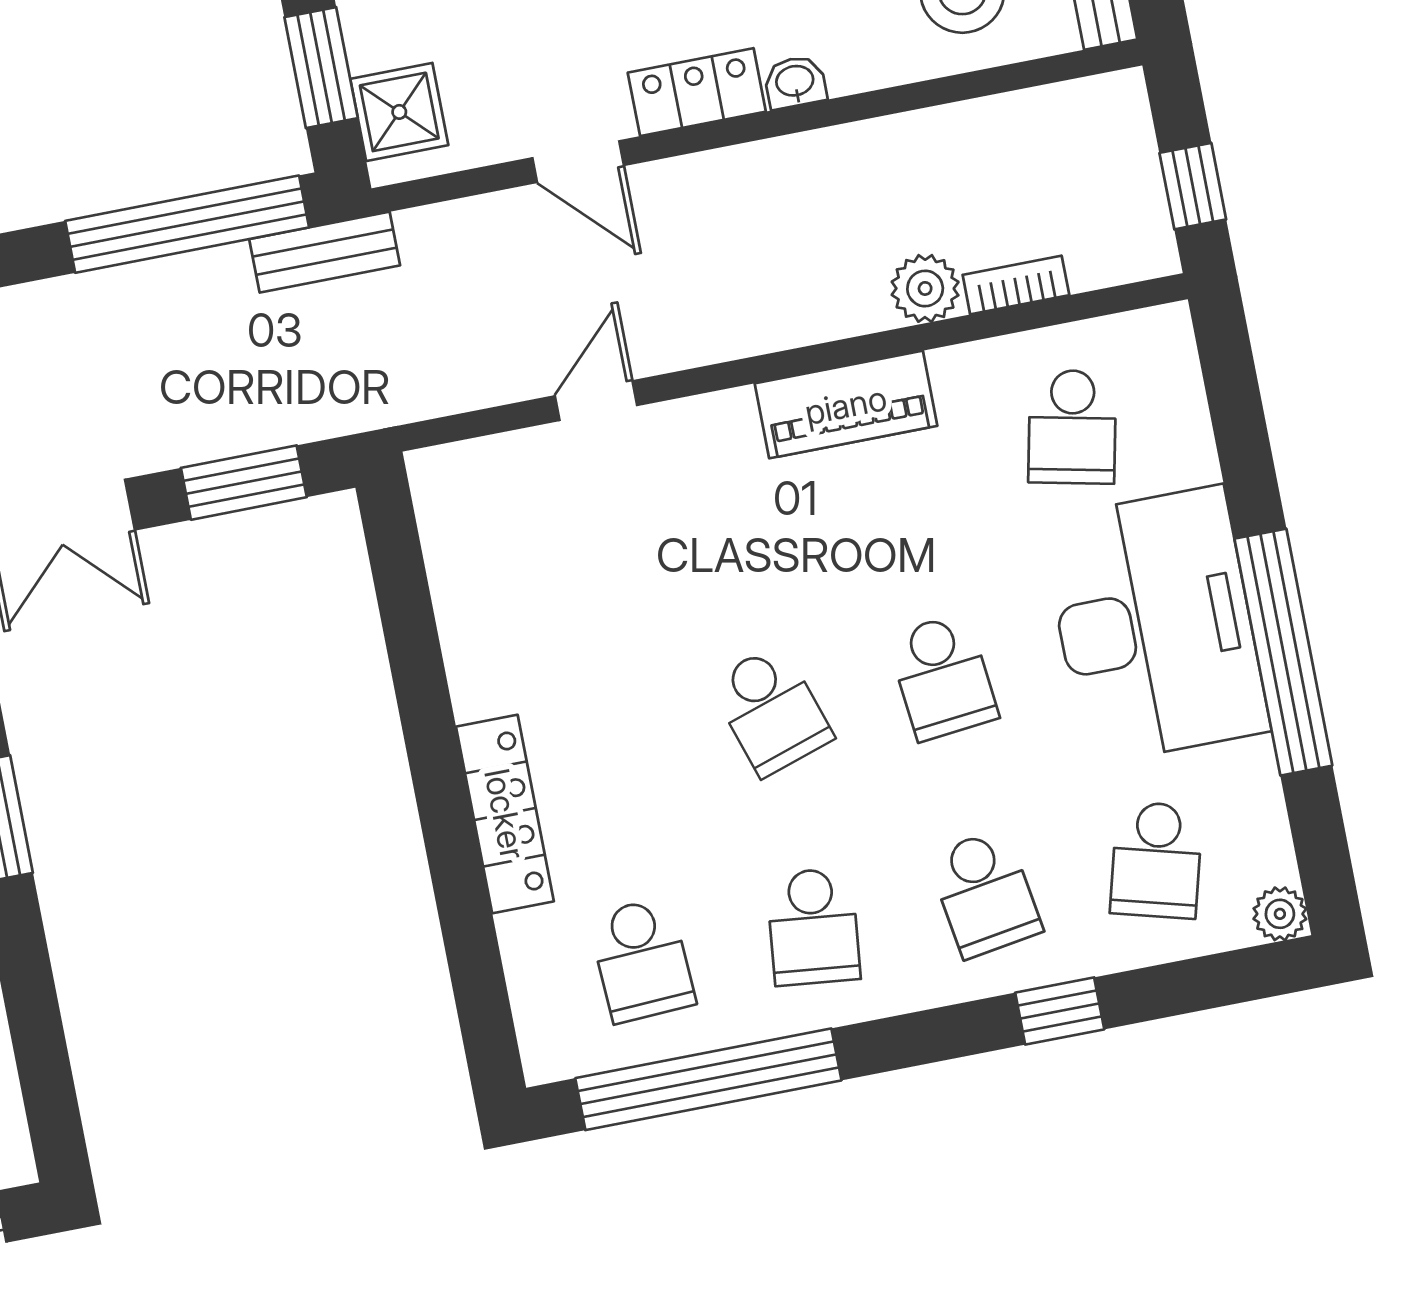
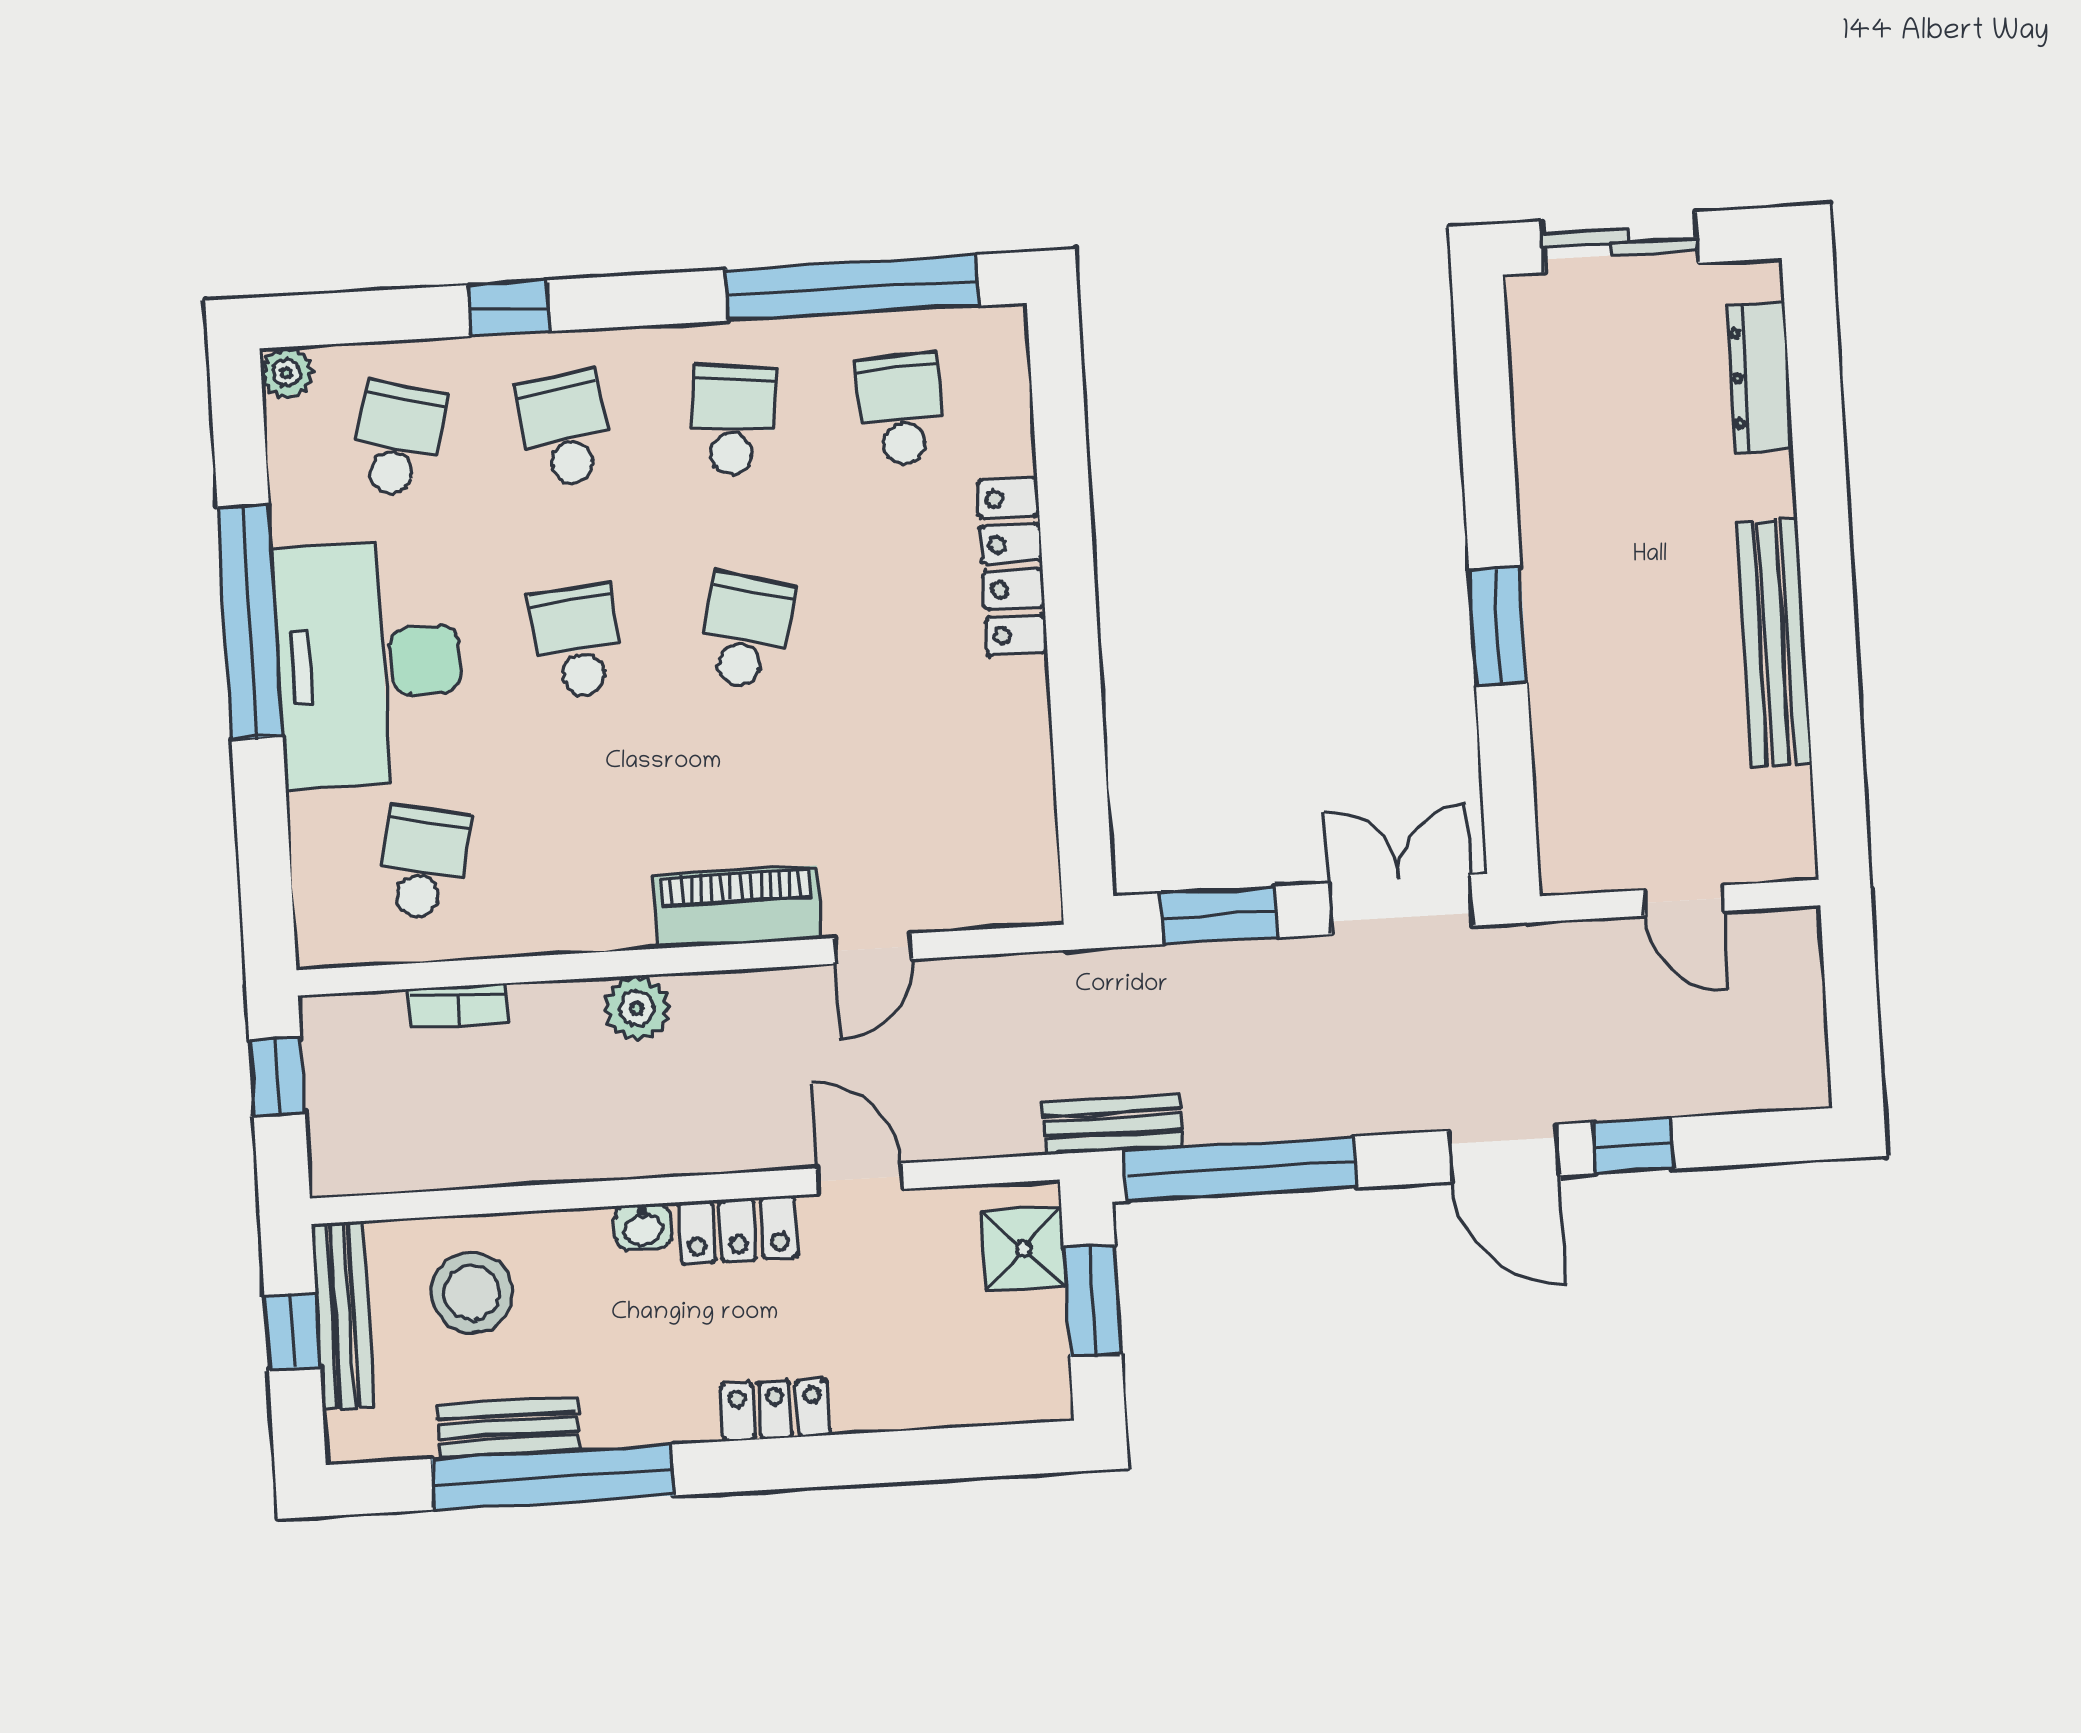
plant: (925, 288) -> (637, 1008), moved
piano: (846, 405) -> (737, 907), moved
school desk: (771, 710) -> (745, 632), turned 33

